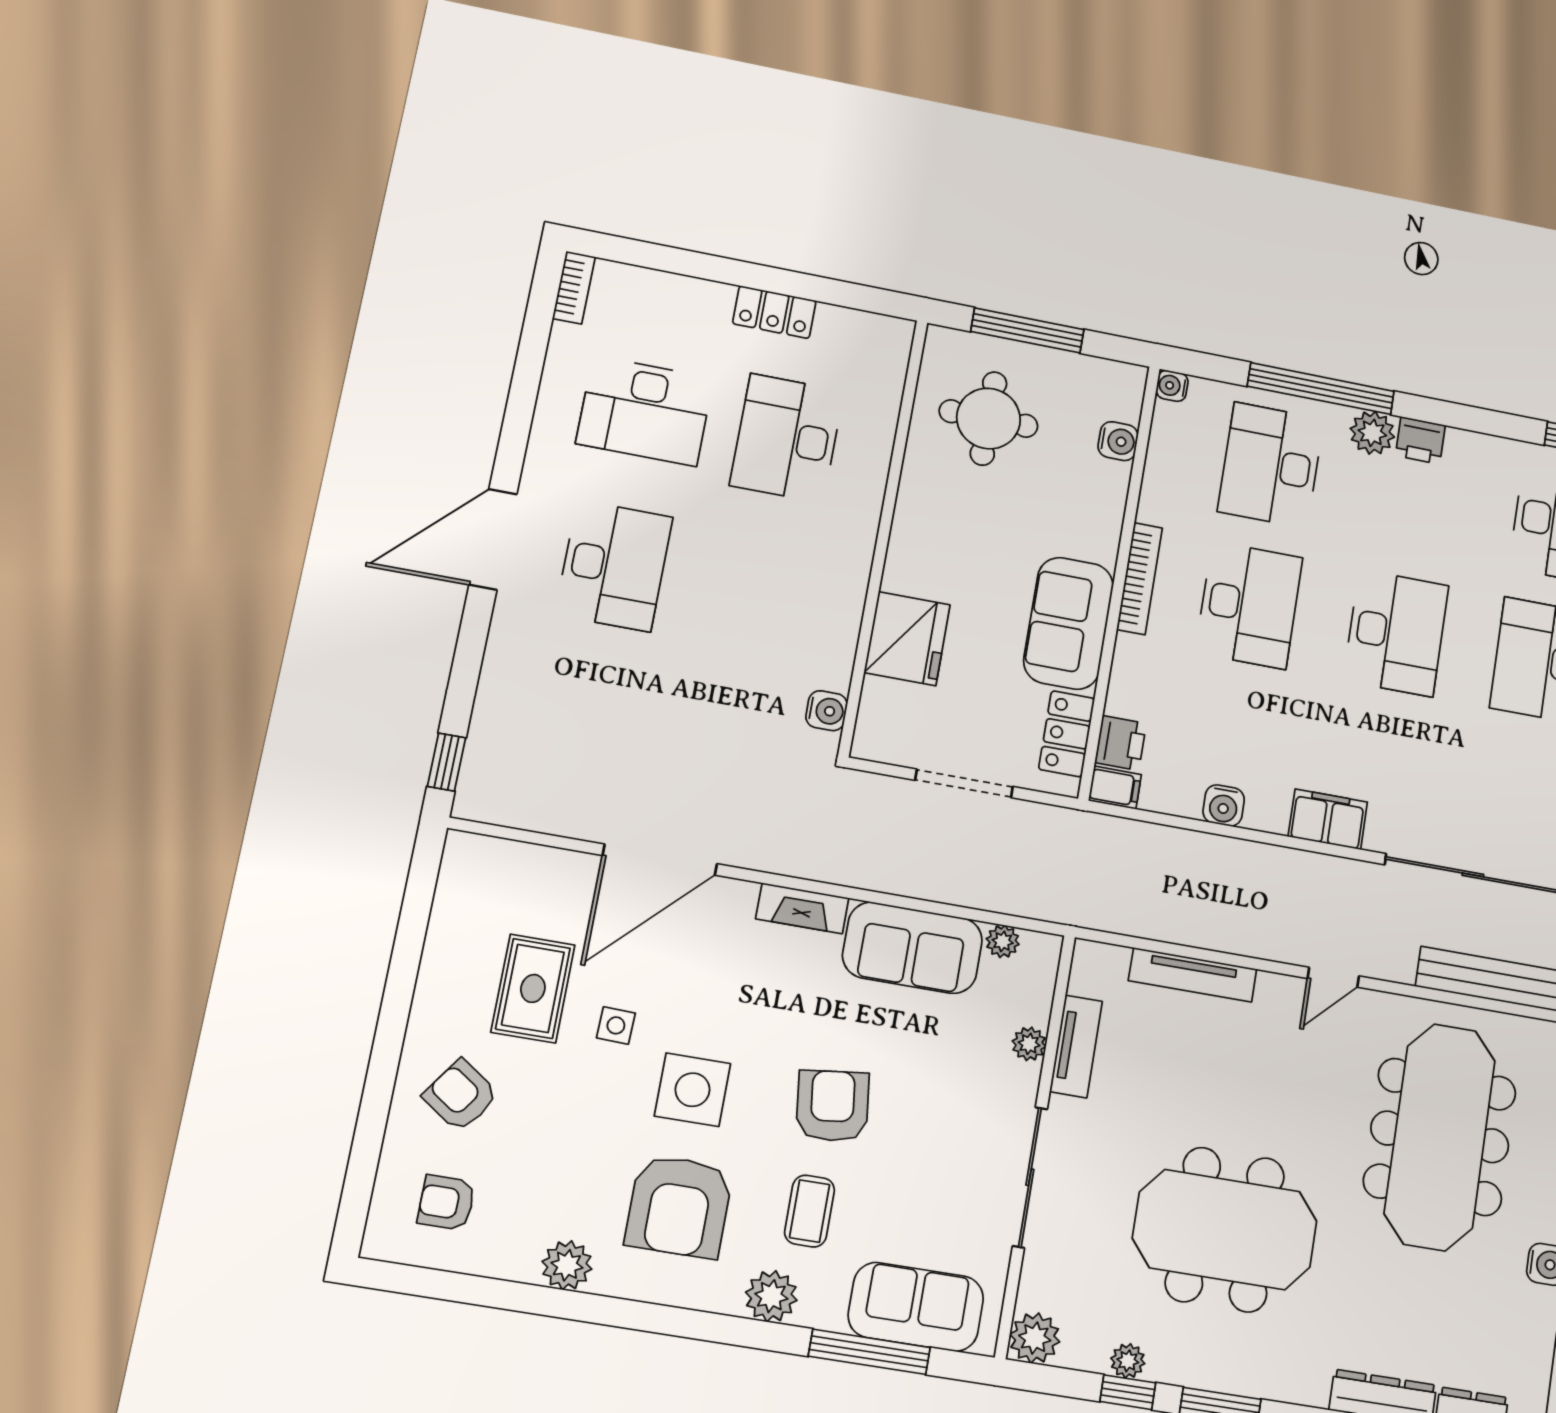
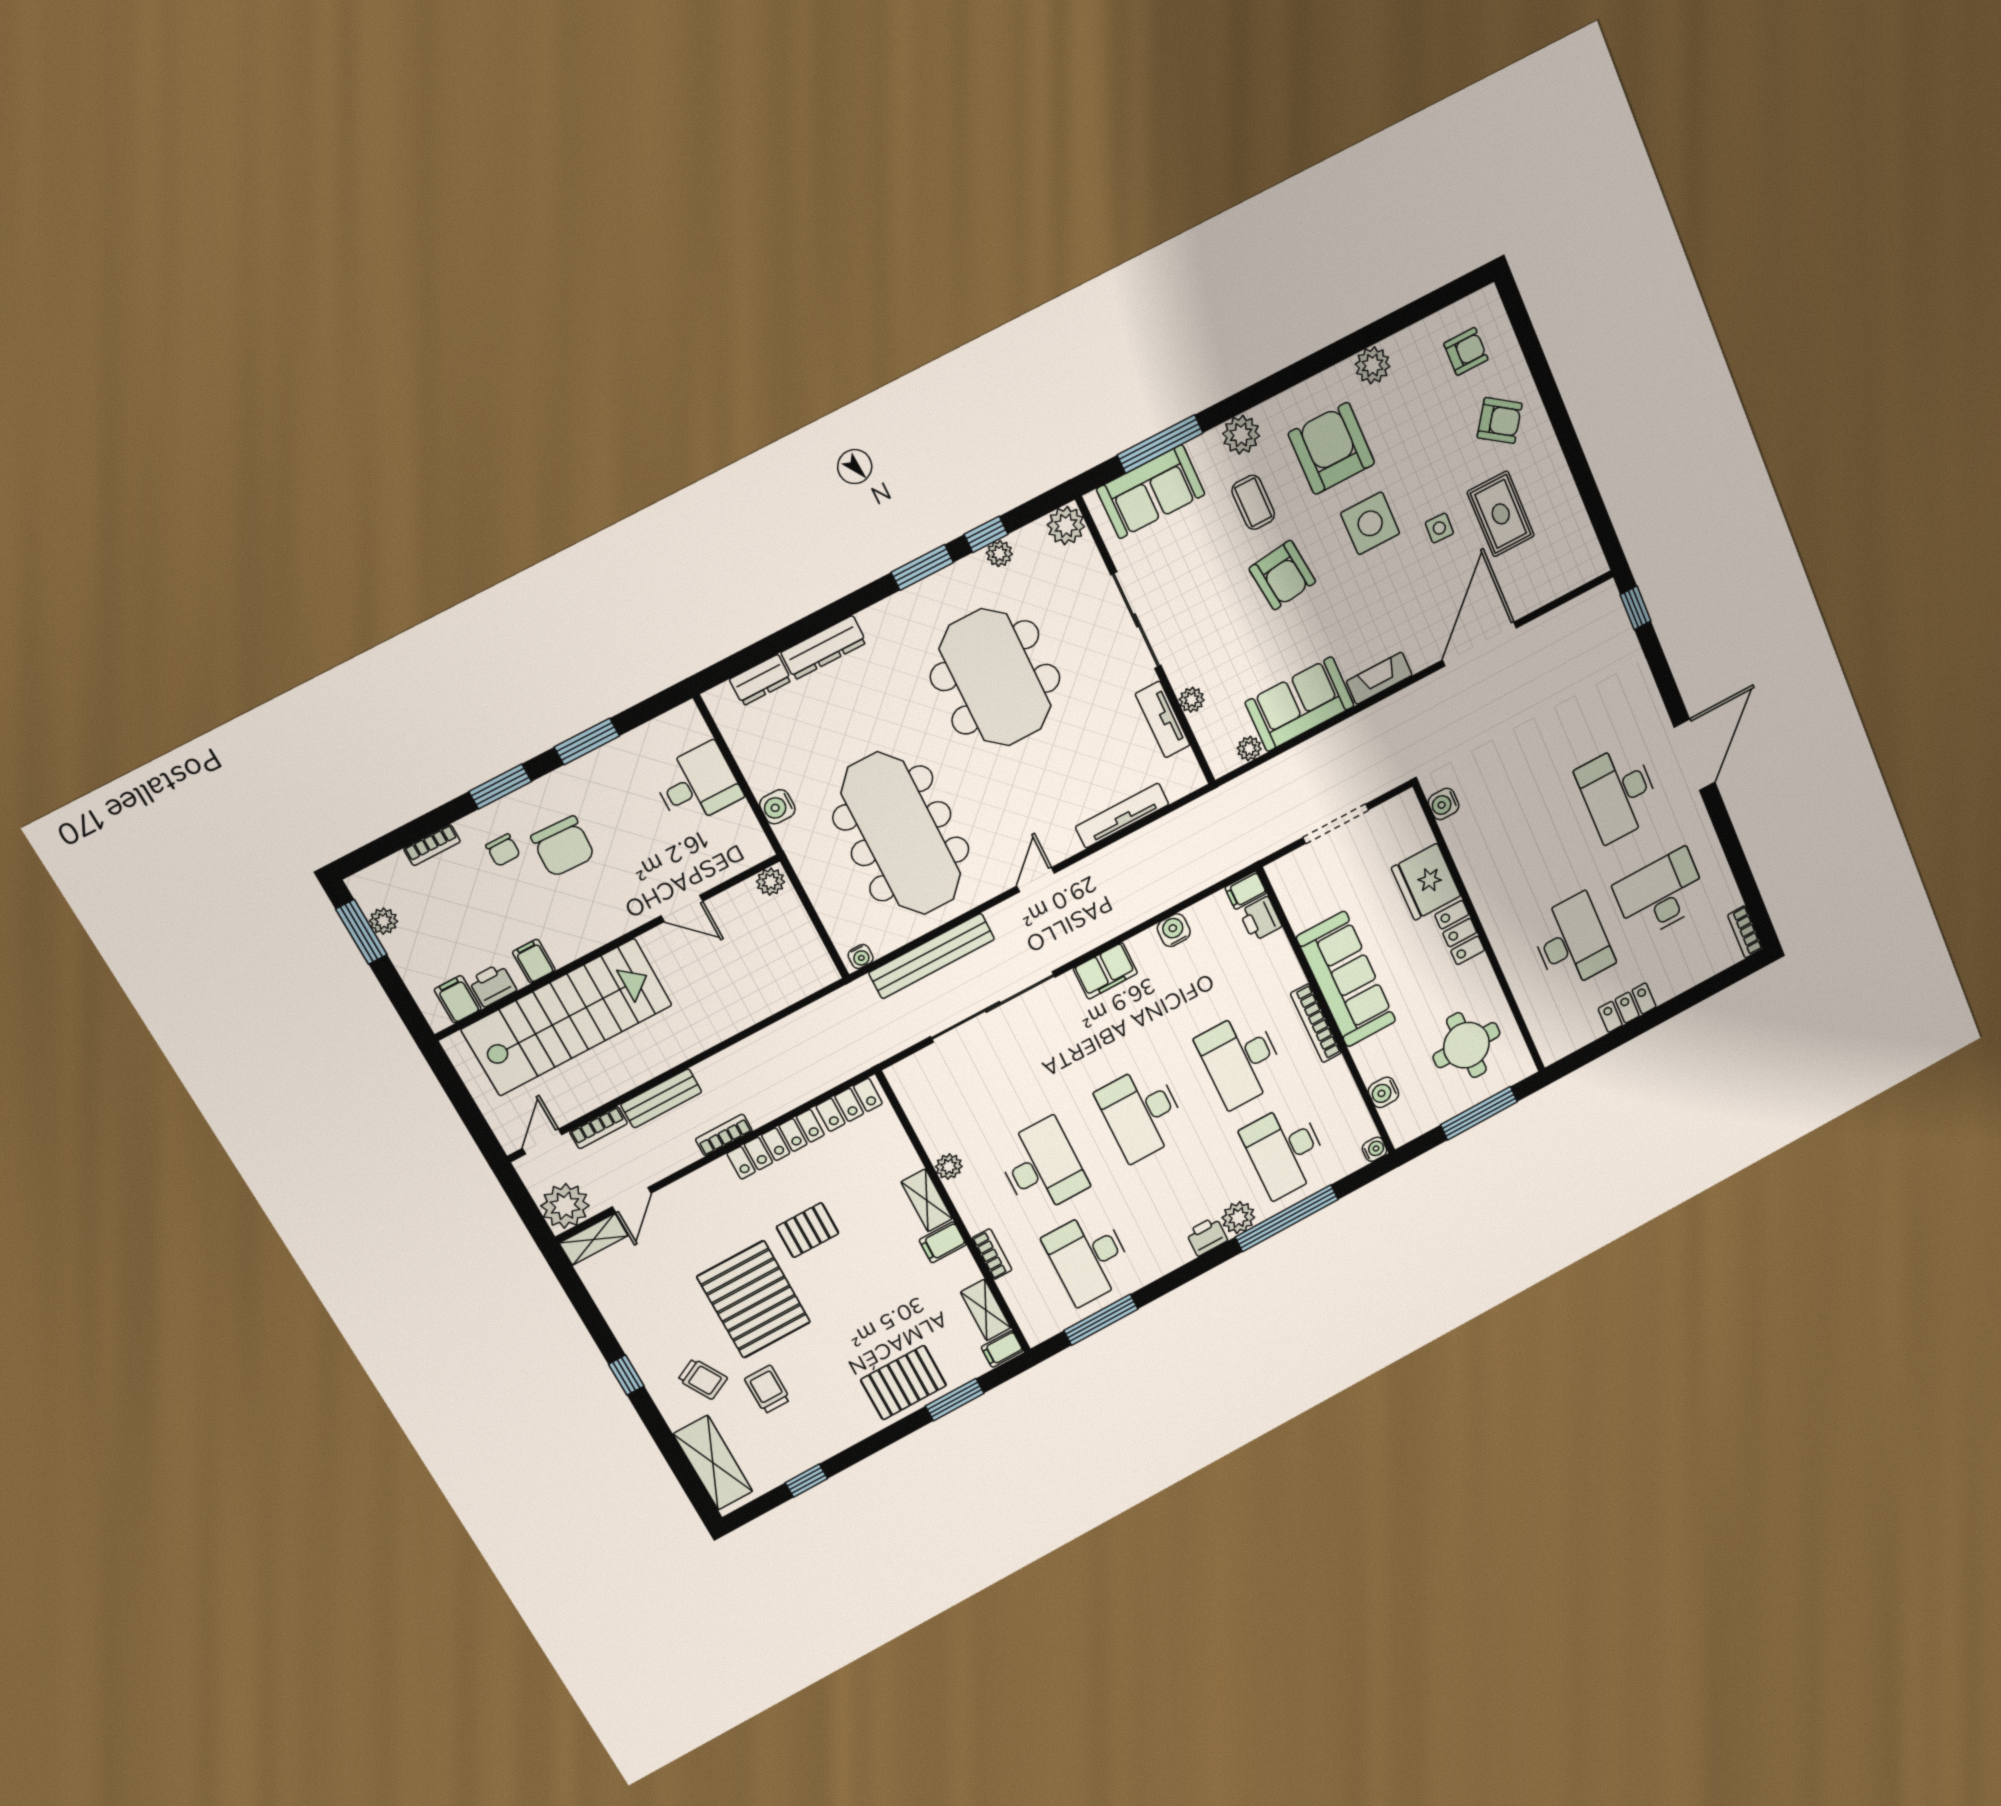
desk: (1271, 465) -> (1285, 1150), turned 180
sofa: (1068, 623) -> (1346, 979), width x1.36
locker: (1067, 734) -> (1460, 933), moved, turned 180
meeting table: (1225, 1230) -> (995, 677), turned 90

